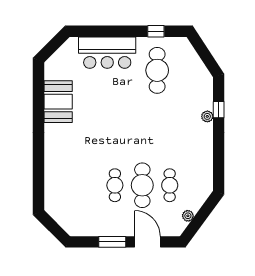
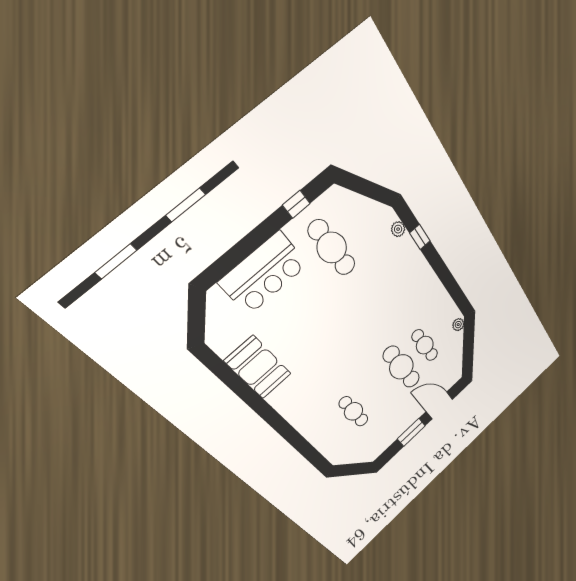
plant: (207, 116) -> (398, 229), moved
cafe table: (115, 185) -> (354, 411), moved
plant: (188, 216) -> (458, 325), moved

